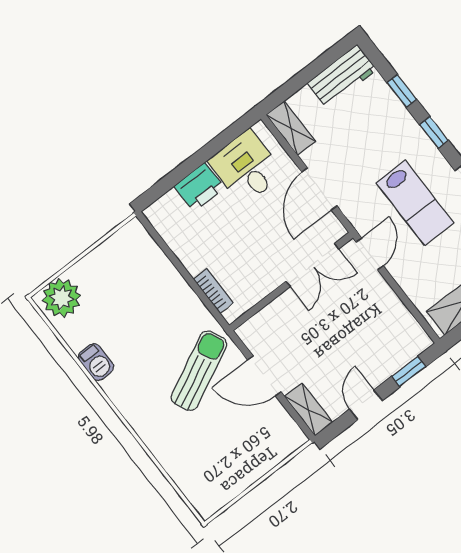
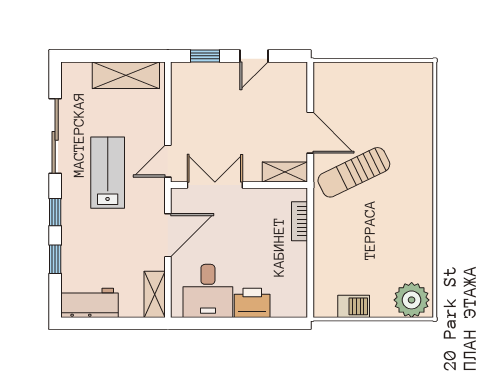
barbecue: (96, 362) -> (354, 306), moved, turned 90
shelving: (309, 409) -> (285, 172), moved, turned 90

